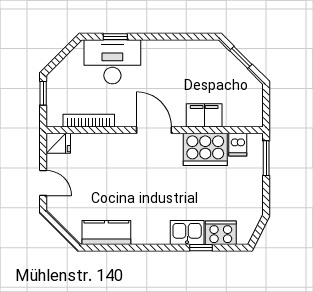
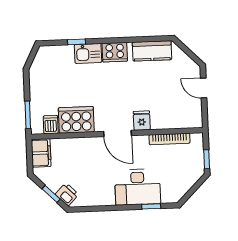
printer: (221, 56) -> (67, 194), added
desk: (112, 62) -> (138, 187), moved
filing cabinet: (204, 115) -> (41, 153), moved, turned -90
fridge: (58, 143) -> (142, 121), moved, turned 90
cooker: (221, 233) -> (115, 52), moved

